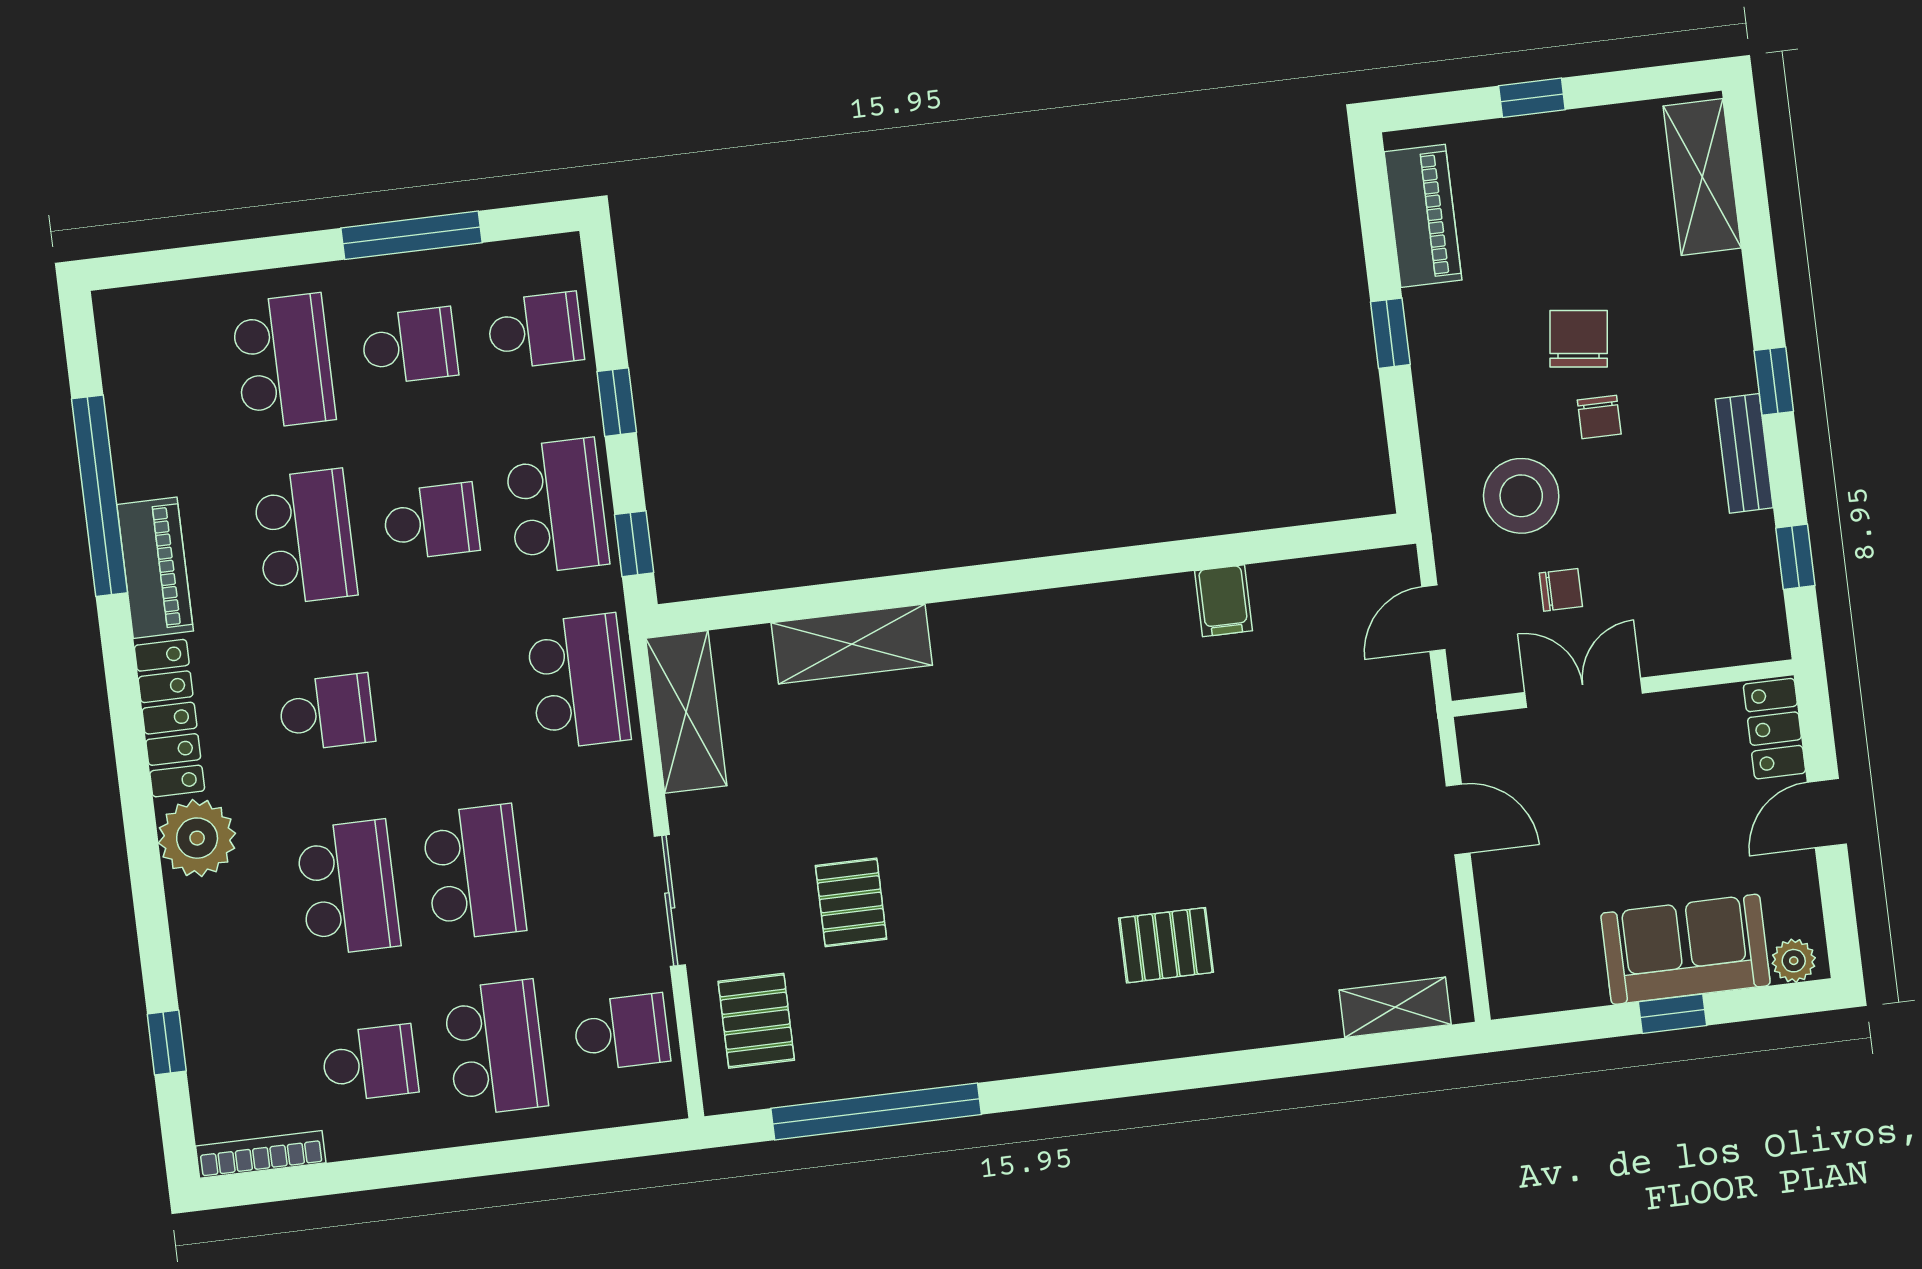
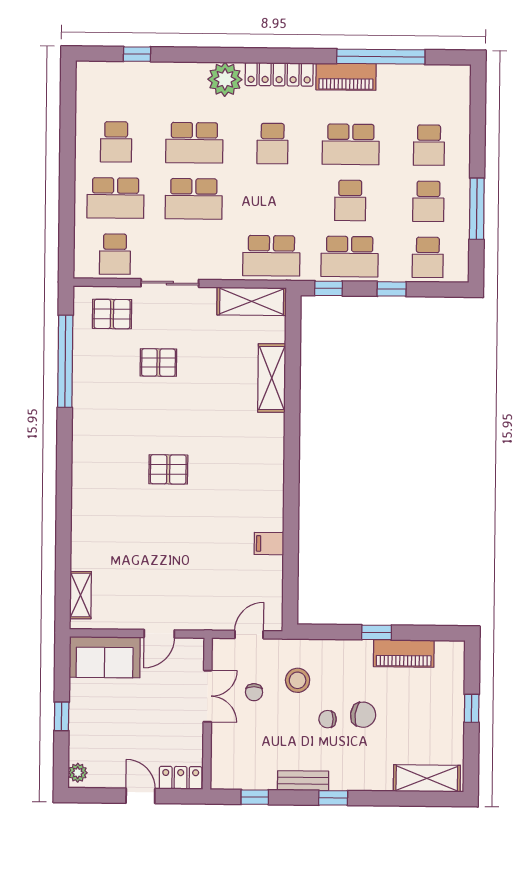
piano: (1423, 216) -> (404, 653), moved
school desk: (283, 362) -> (429, 145), width x0.54
stool: (1521, 496) -> (298, 680), width x0.73, depth x0.73
door: (1433, 618) -> (249, 635), hinge flipped
pallet: (1166, 945) -> (168, 469), moved, turned 90
sofa: (1685, 949) -> (105, 657), moved, turned 90
bookcase: (261, 1154) -> (82, 89), removed

